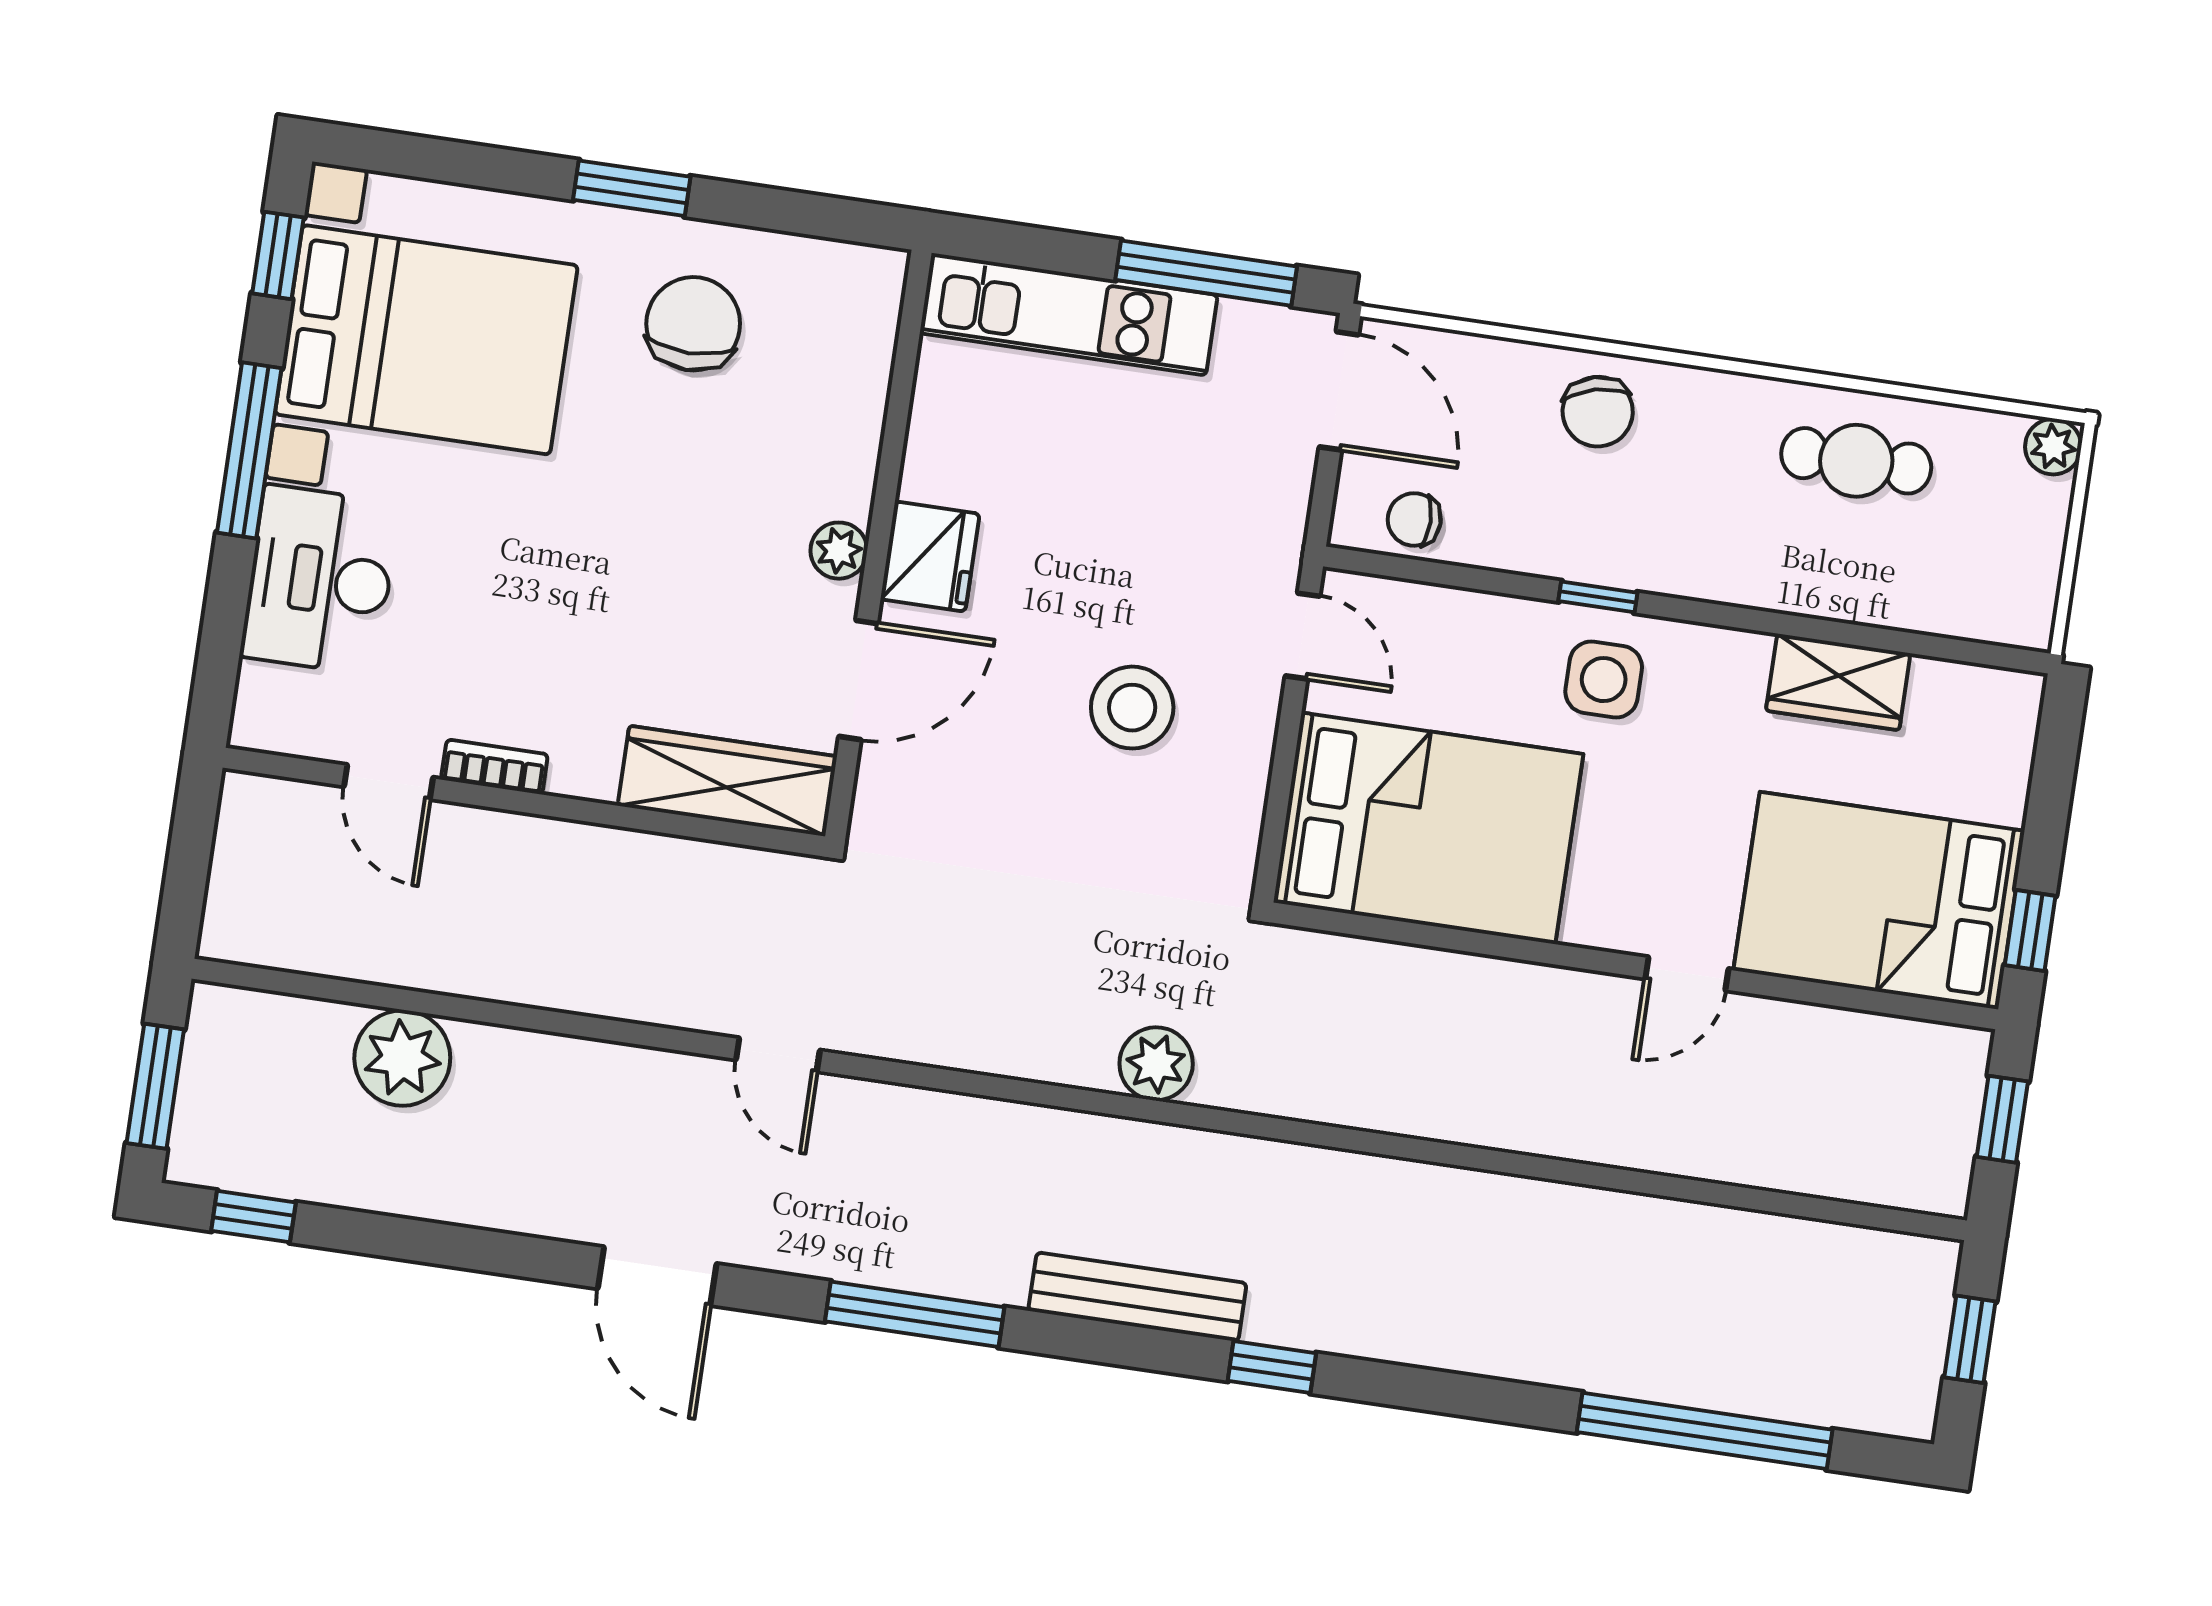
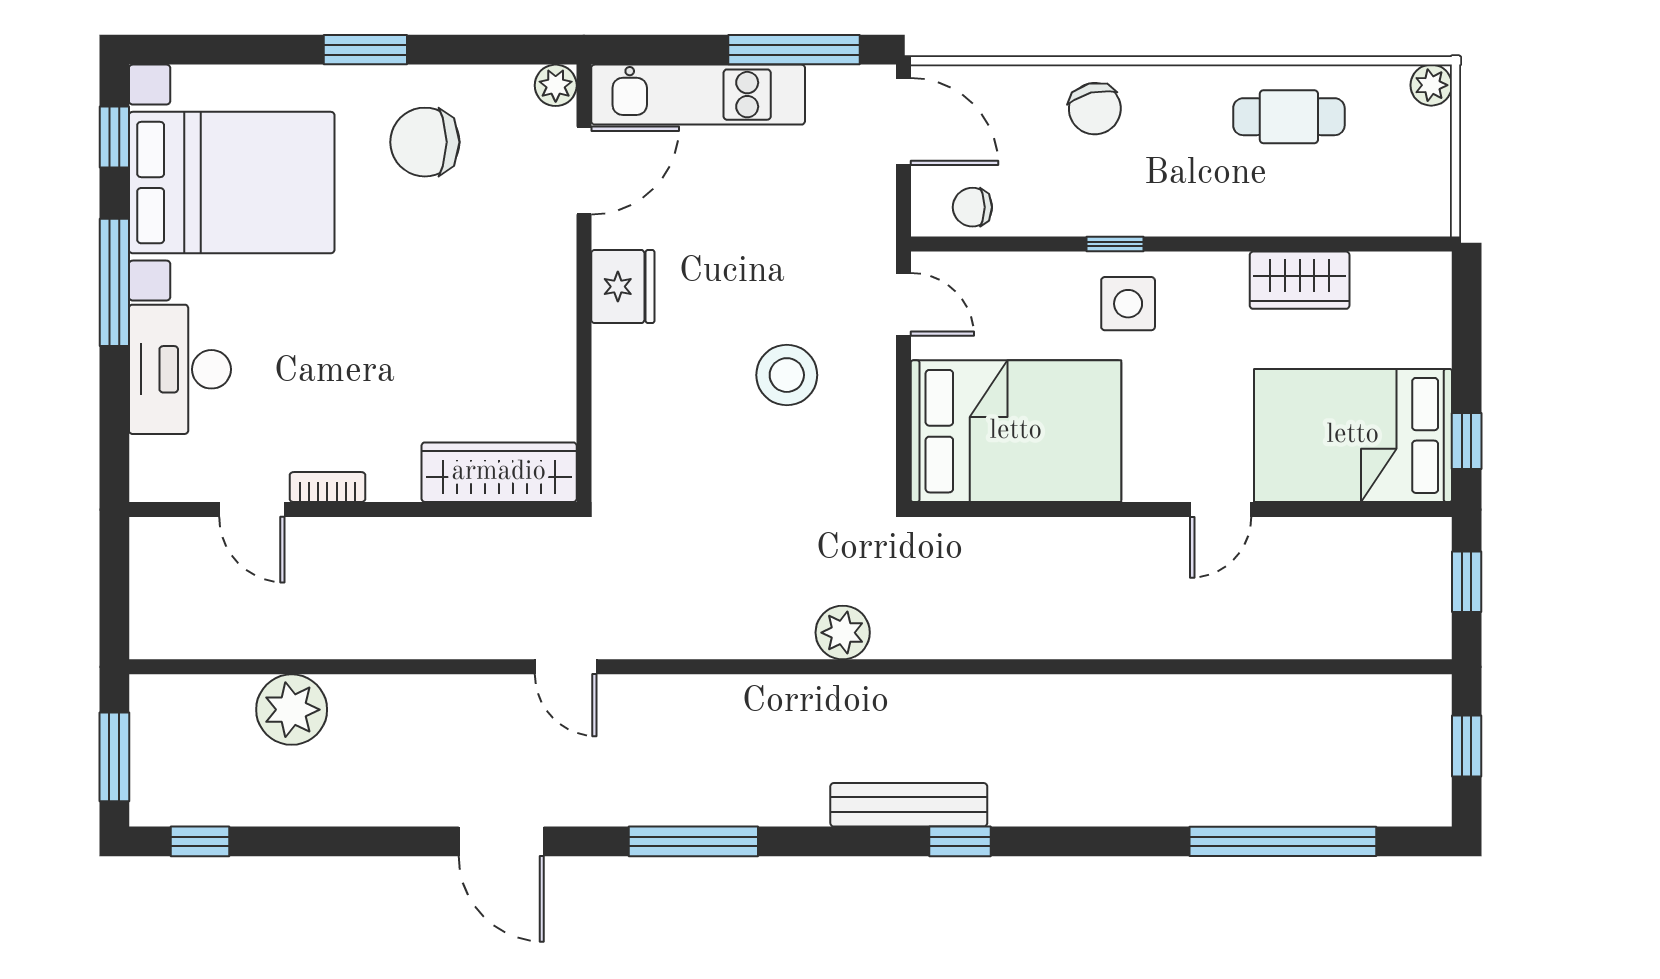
chair: (693, 324) -> (425, 142), turned -90
plant: (839, 551) -> (556, 85), moved
door: (858, 680) -> (584, 171), moved
bench: (1137, 1297) -> (909, 805), moved

